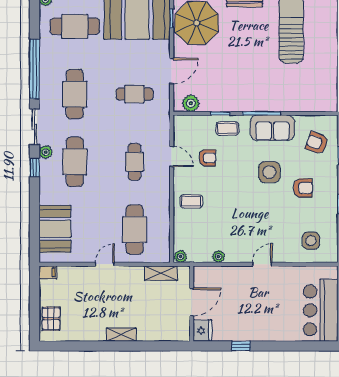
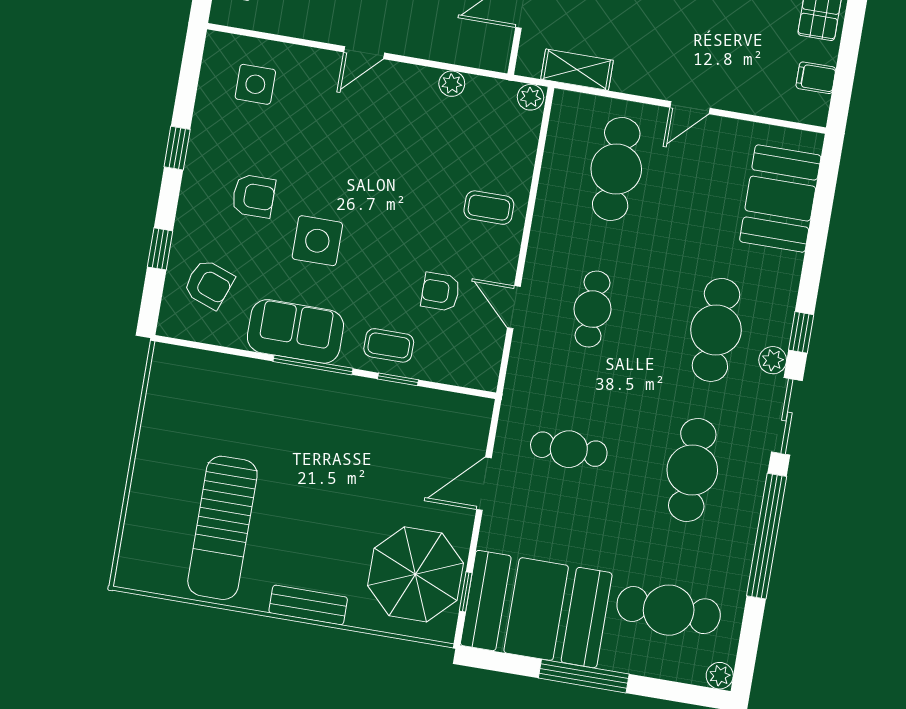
plant: (191, 103) -> (456, 410), removed
armchair: (303, 188) -> (254, 196), turned 180
filing cabinet: (48, 272) -> (816, 78), moved

